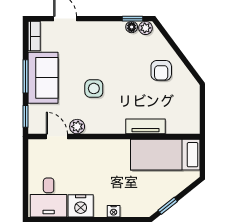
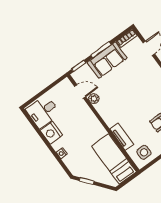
side table: (94, 88) -> (144, 152), moved
door: (57, 136) -> (80, 91), hinge flipped

